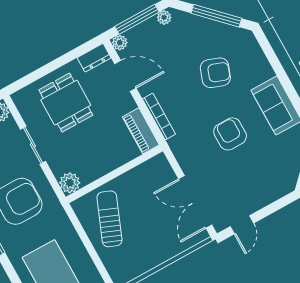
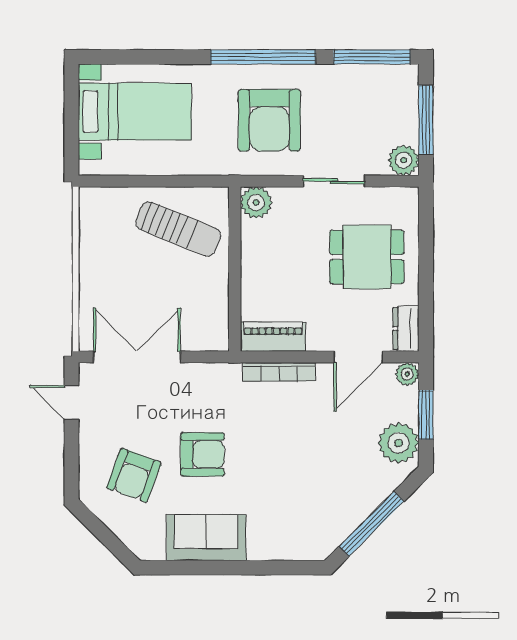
plant: (164, 17) -> (398, 443), width x1.87, depth x1.87
window: (137, 19) -> (426, 415), width x0.69
armchair: (215, 73) -> (134, 475), moved

